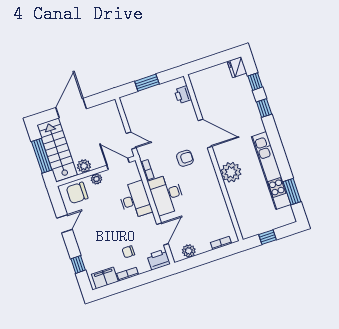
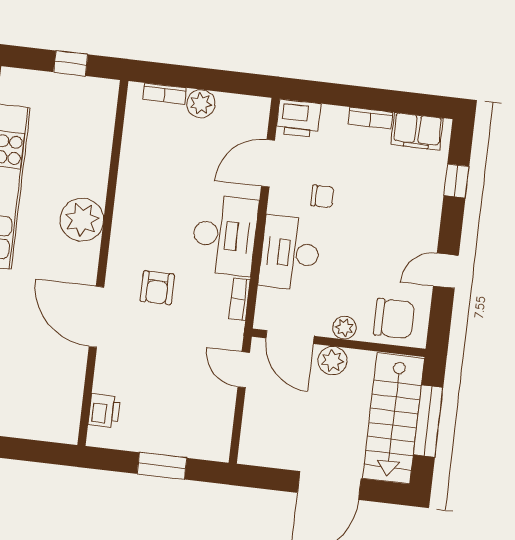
armchair: (185, 158) -> (157, 288), turned -90
plant: (84, 166) -> (332, 361), moved
plant: (189, 251) -> (201, 104), moved
chair: (128, 252) -> (322, 196), moved

